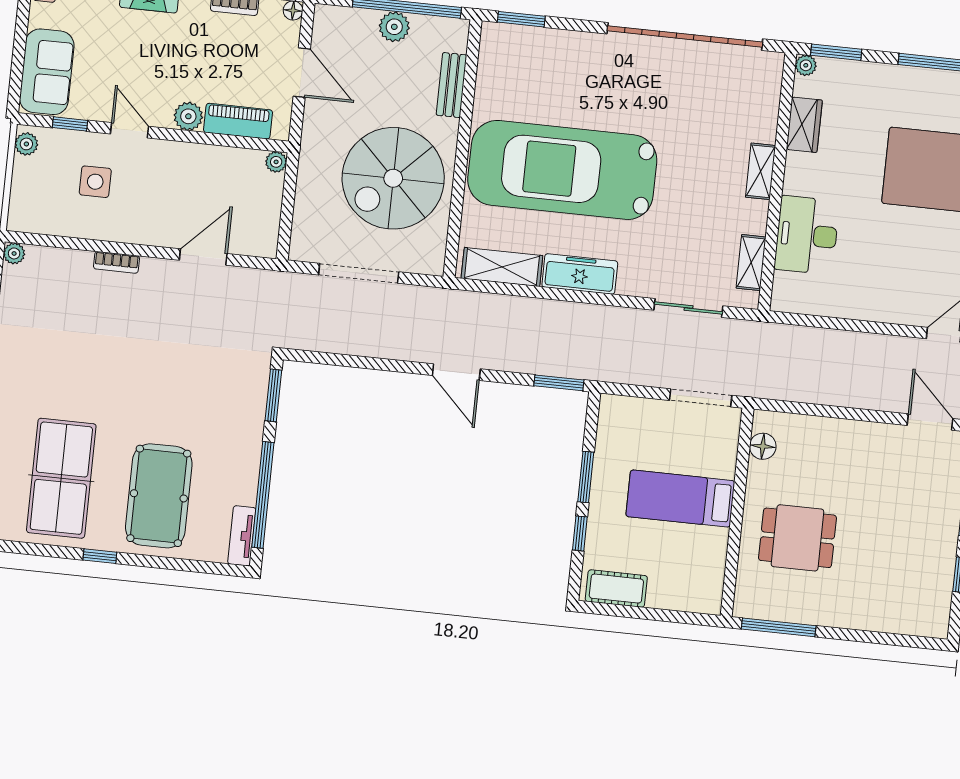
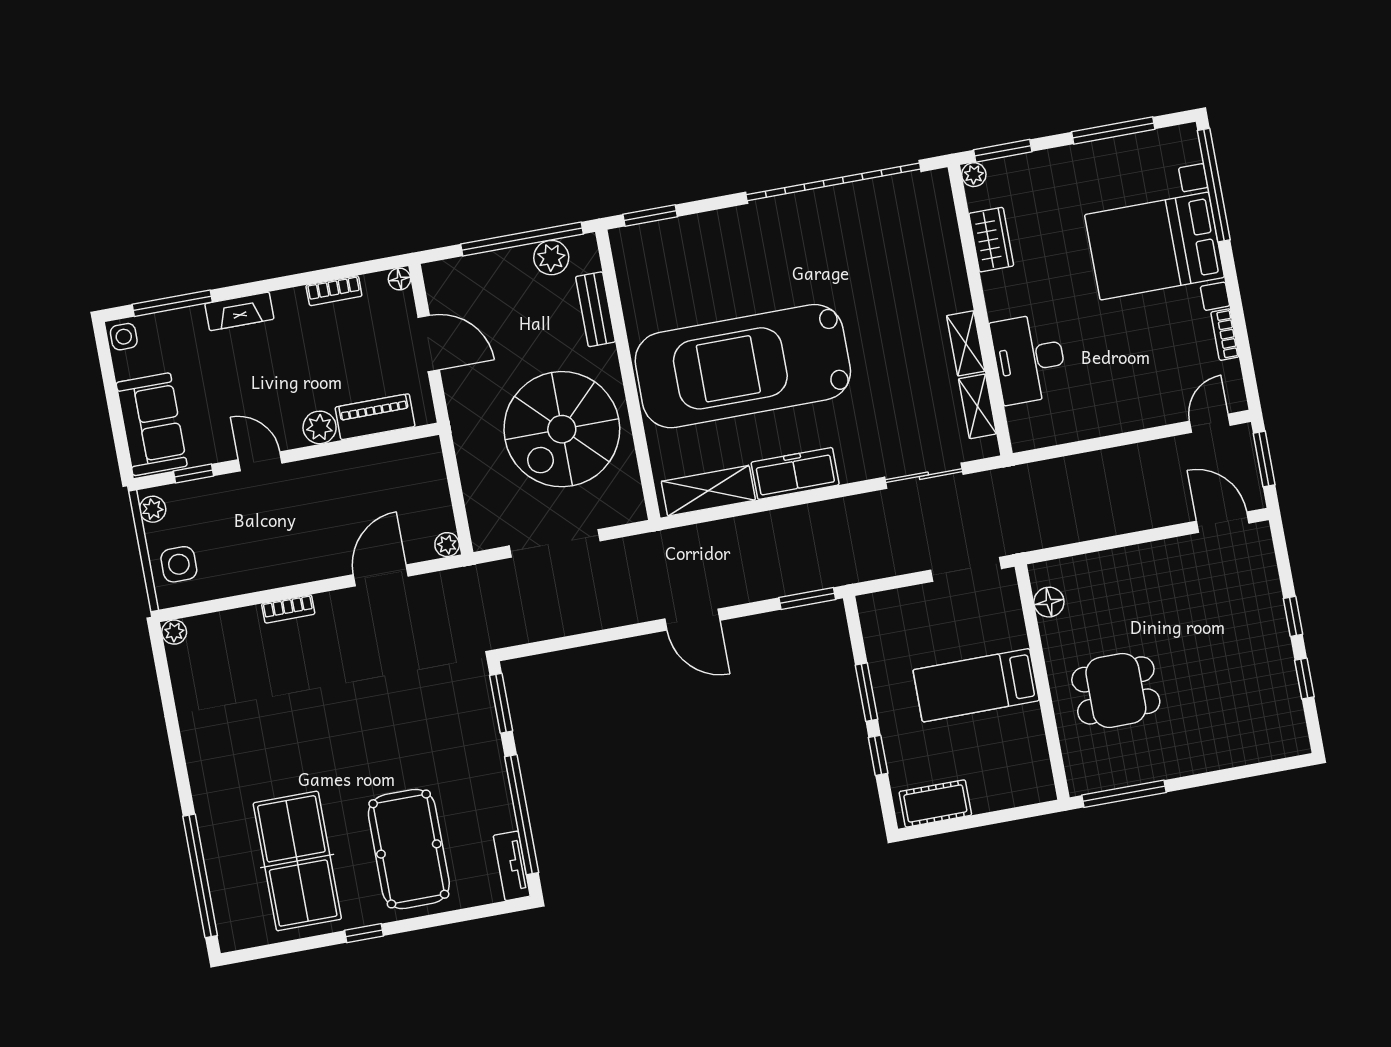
plant: (394, 27) -> (551, 258), moved
plant: (276, 162) -> (447, 545), moved
shelving: (761, 171) -> (966, 343), moved
side table: (95, 182) -> (179, 564), moved

